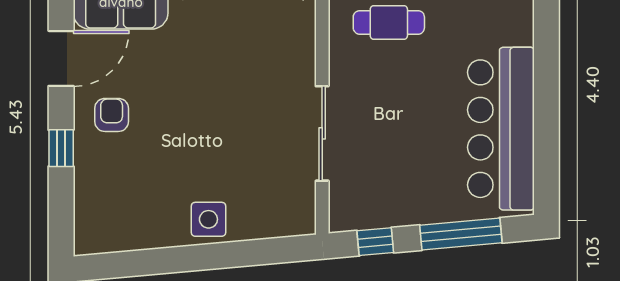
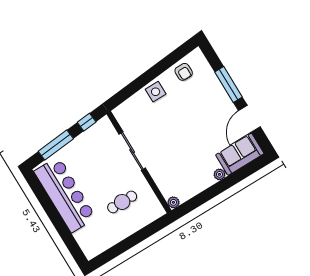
cafe table: (389, 22) -> (122, 202), moved
armchair: (112, 115) -> (184, 72), moved
window: (61, 148) -> (228, 84), width x2.17

